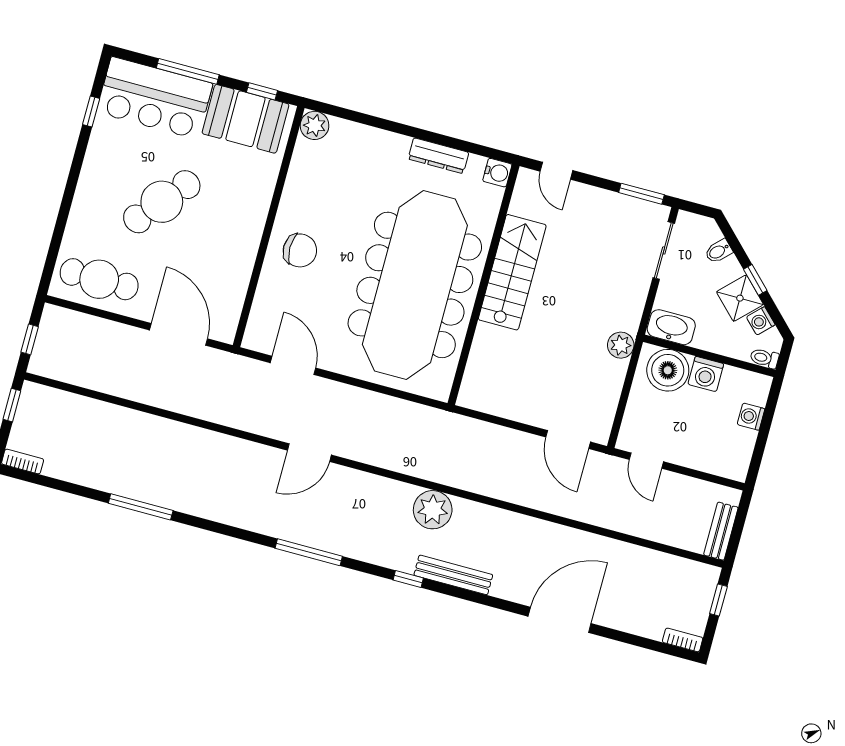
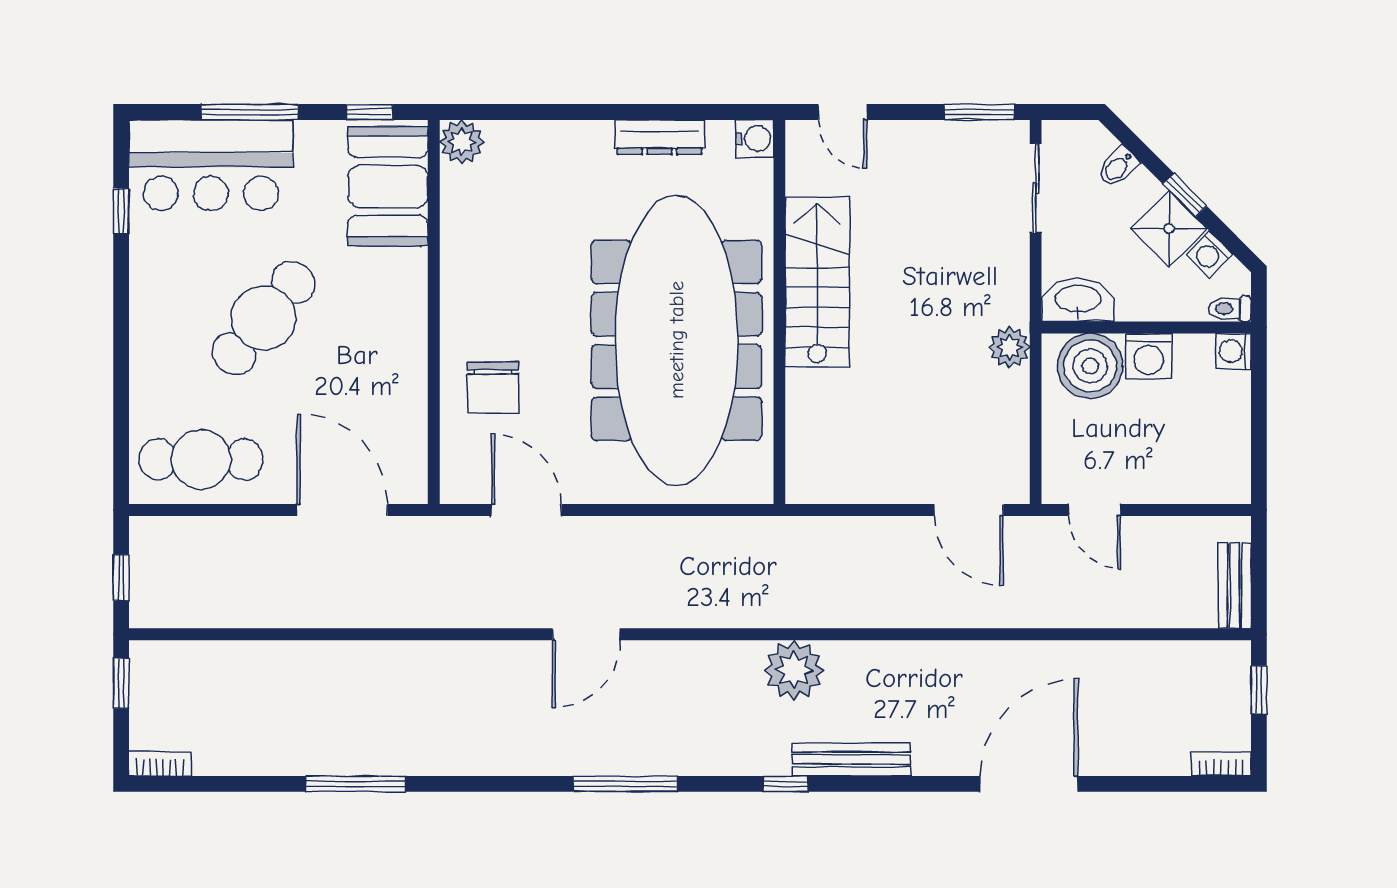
booth: (245, 119) -> (388, 186), moved, turned 90
chair: (300, 250) -> (493, 387), moved, turned 90
washing machine: (751, 417) -> (1234, 351), moved

